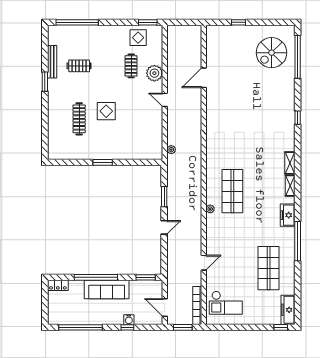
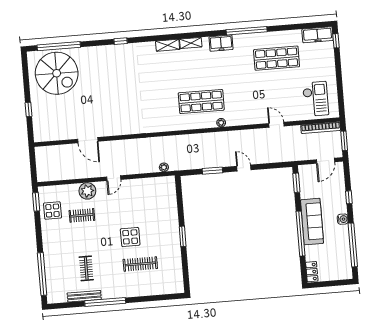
spiral stairs: (271, 53) -> (57, 73), width x1.37, depth x1.37
window: (45, 82) -> (105, 302), width x2.11
water cooler: (129, 320) -> (343, 219), moved

